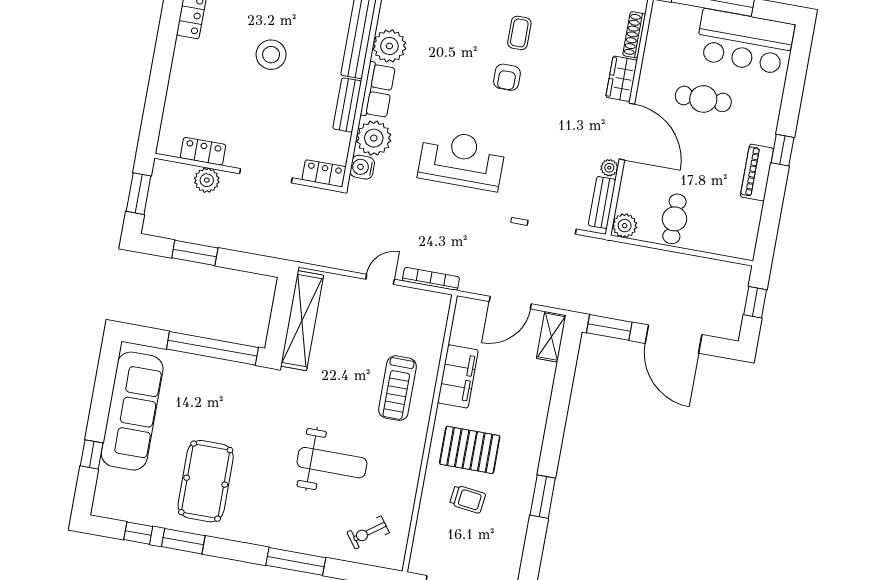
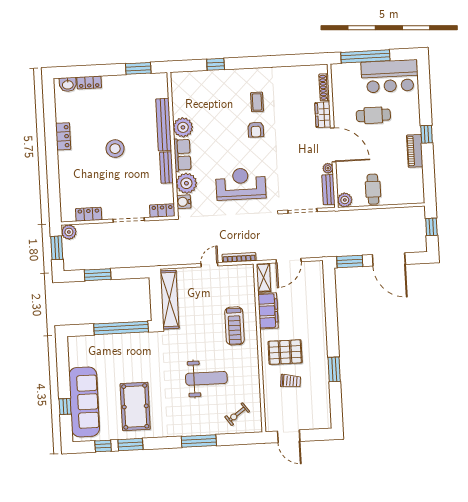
plant: (207, 180) -> (69, 232), moved
shelving: (551, 337) -> (264, 278), moved
sofa: (132, 411) -> (84, 402), moved

